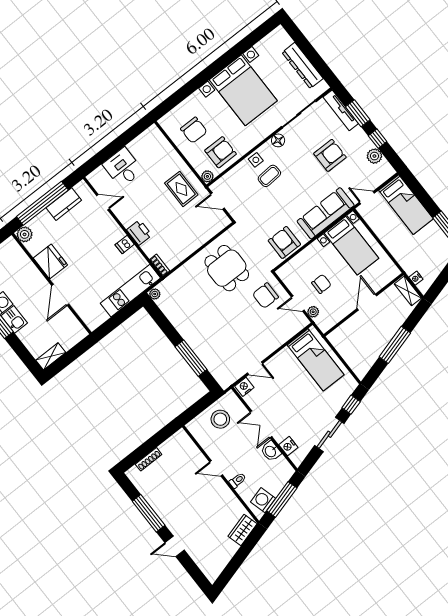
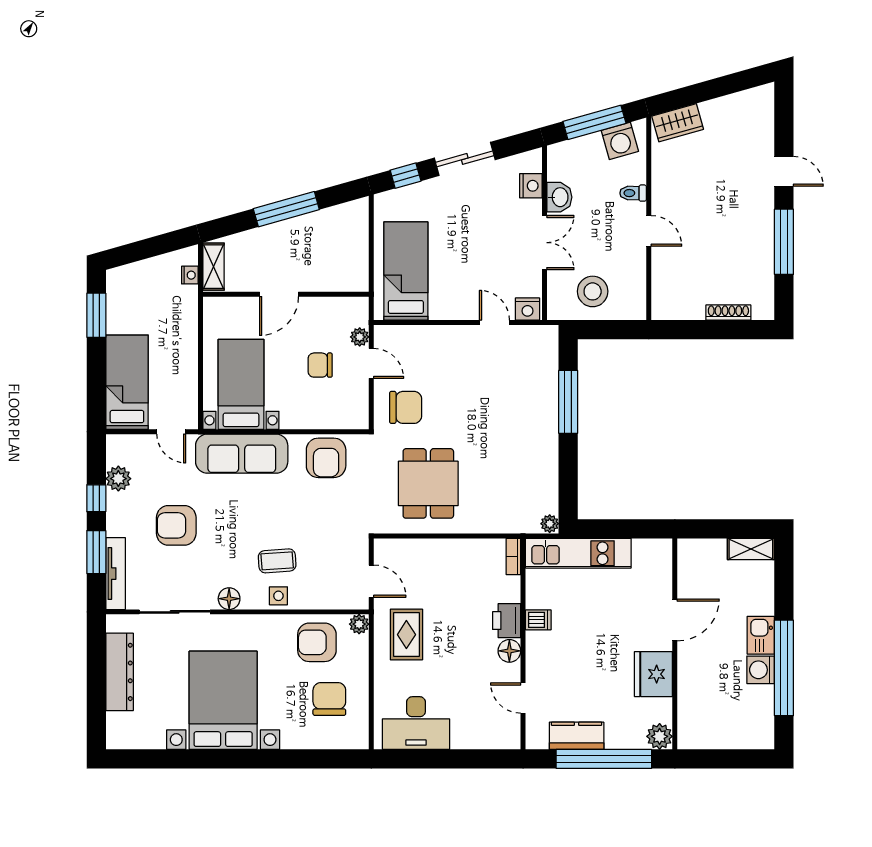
desk: (123, 168) -> (416, 723), moved, width x1.37
floor lamp: (127, 219) -> (509, 651), added

